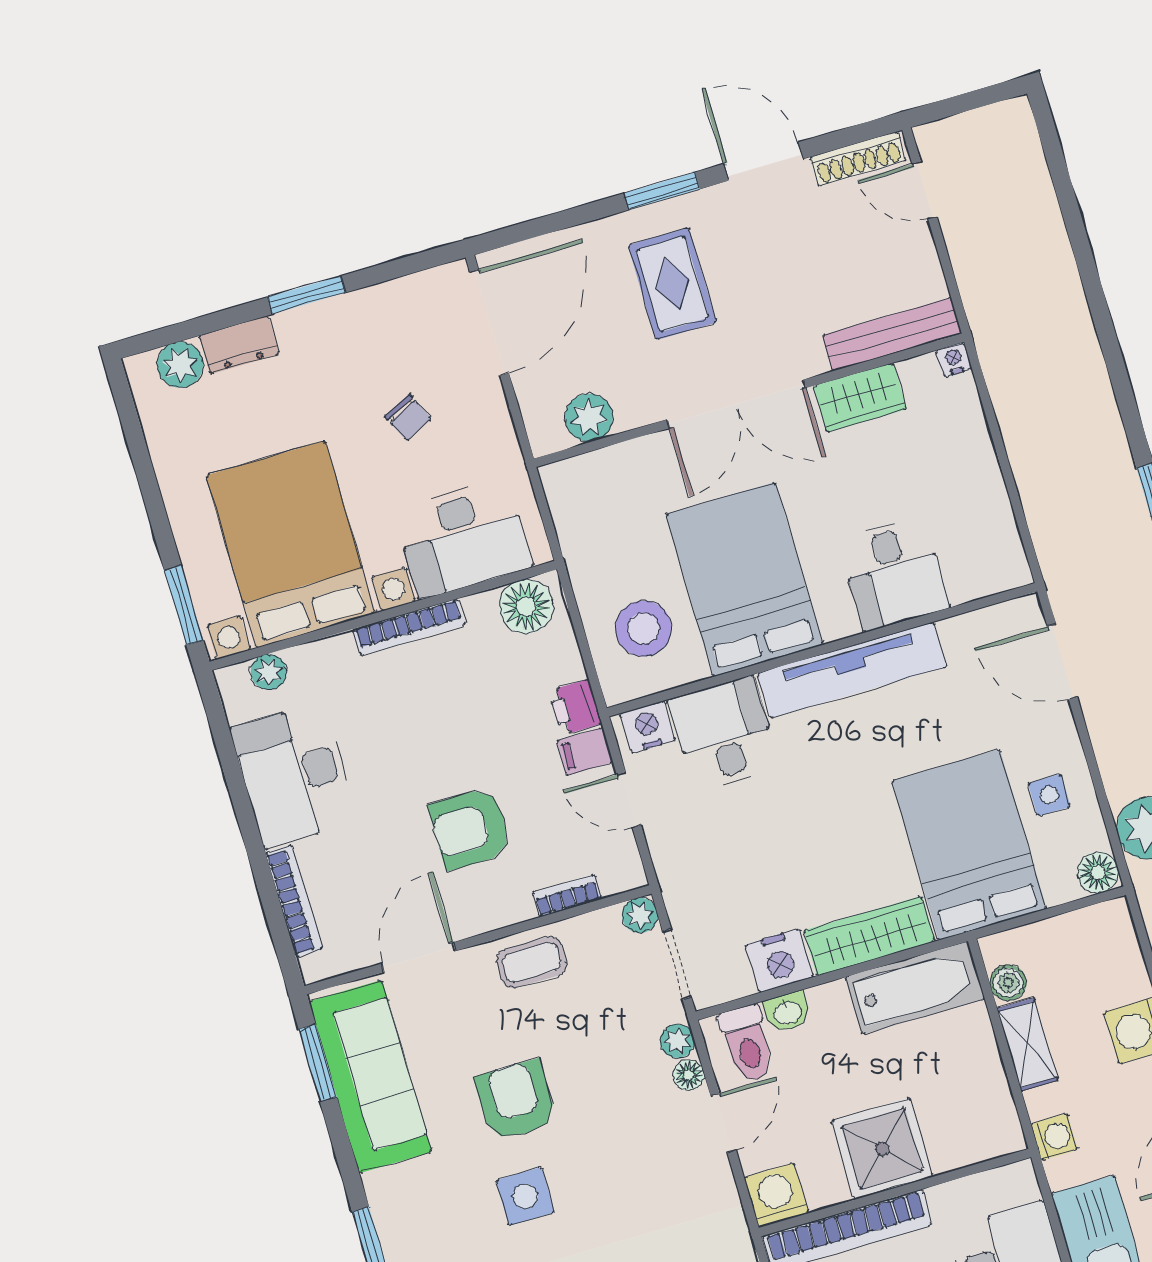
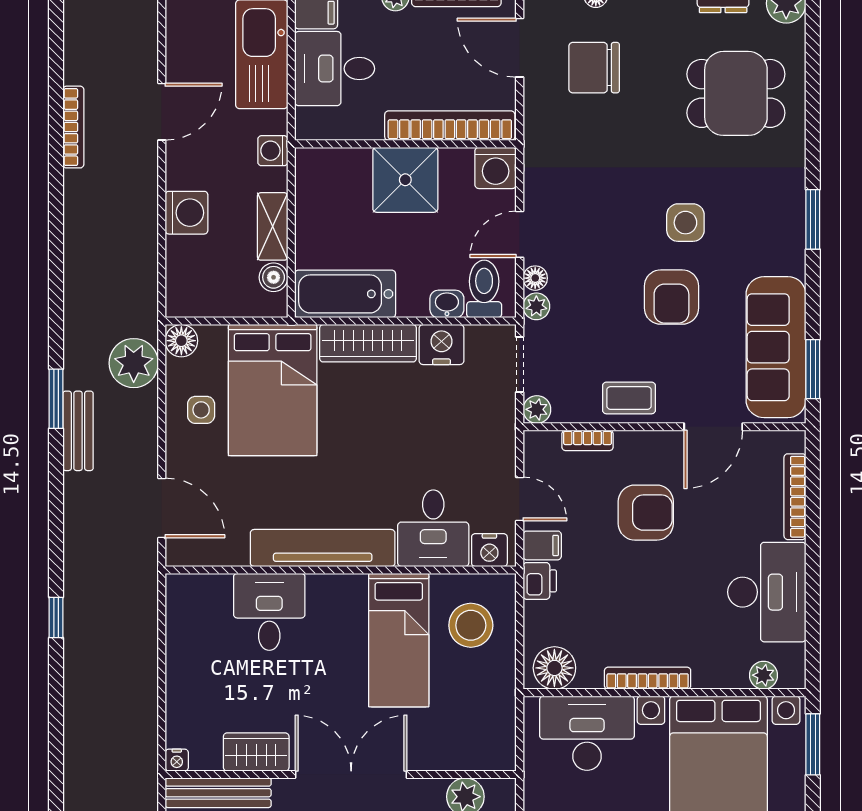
bed: (744, 579) -> (399, 640), width x0.67

